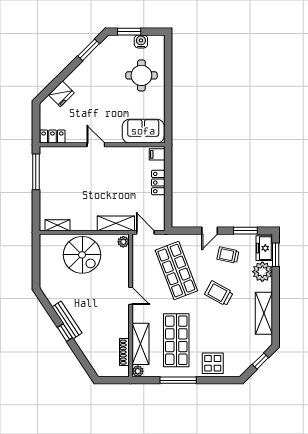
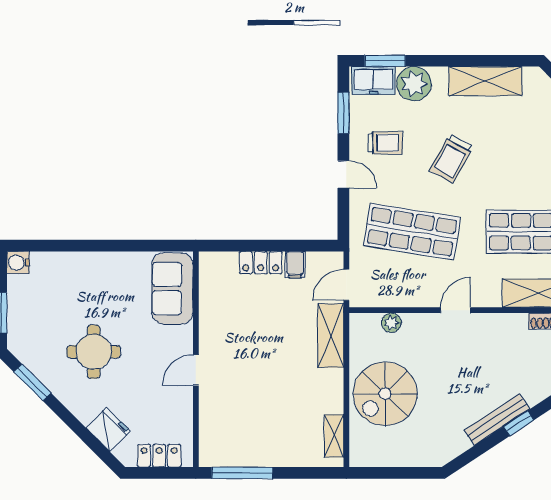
water cooler: (141, 41) -> (18, 263), moved
round table: (141, 75) -> (94, 352), moved
locker: (52, 137) -> (159, 456), moved, turned 90
filing cabinet: (157, 154) -> (295, 265), moved
plant: (123, 242) -> (391, 323), moved
spiral stairs: (82, 255) -> (385, 394), turned 180
trolley: (228, 255) -> (385, 143), turned -102
shop shelf: (176, 271) -> (412, 232), turned 30

